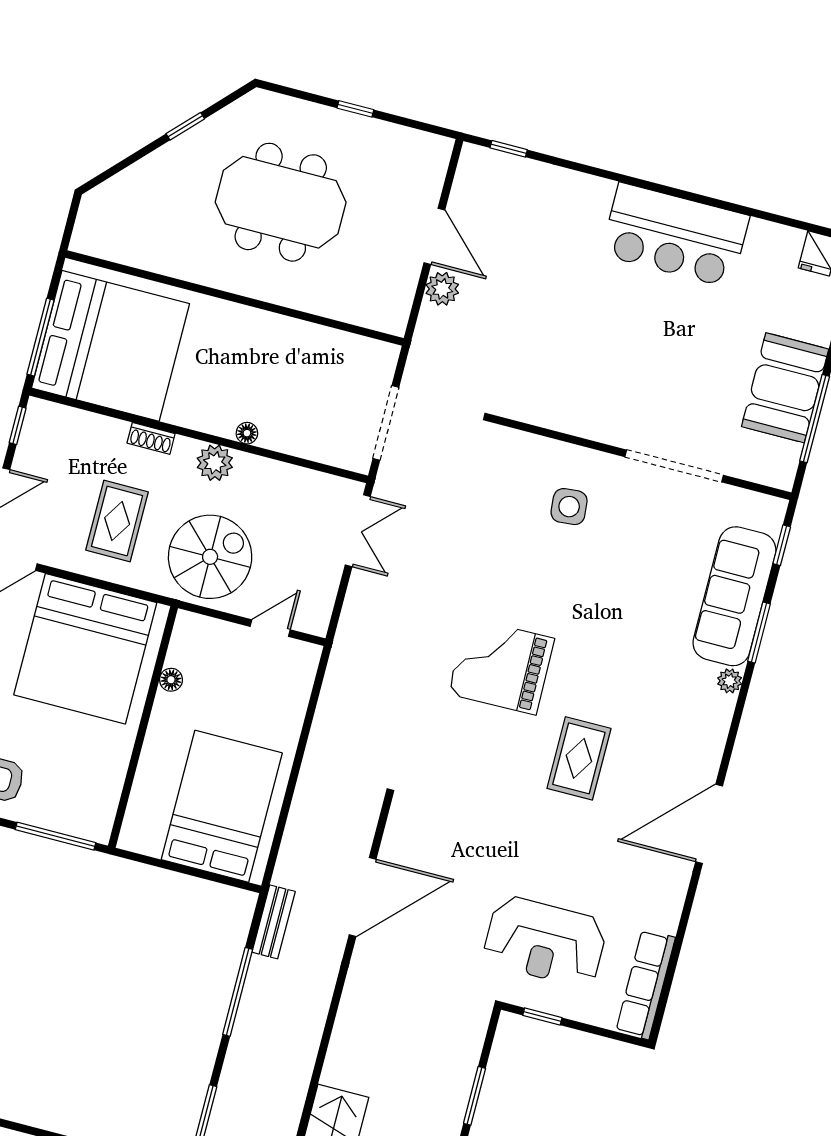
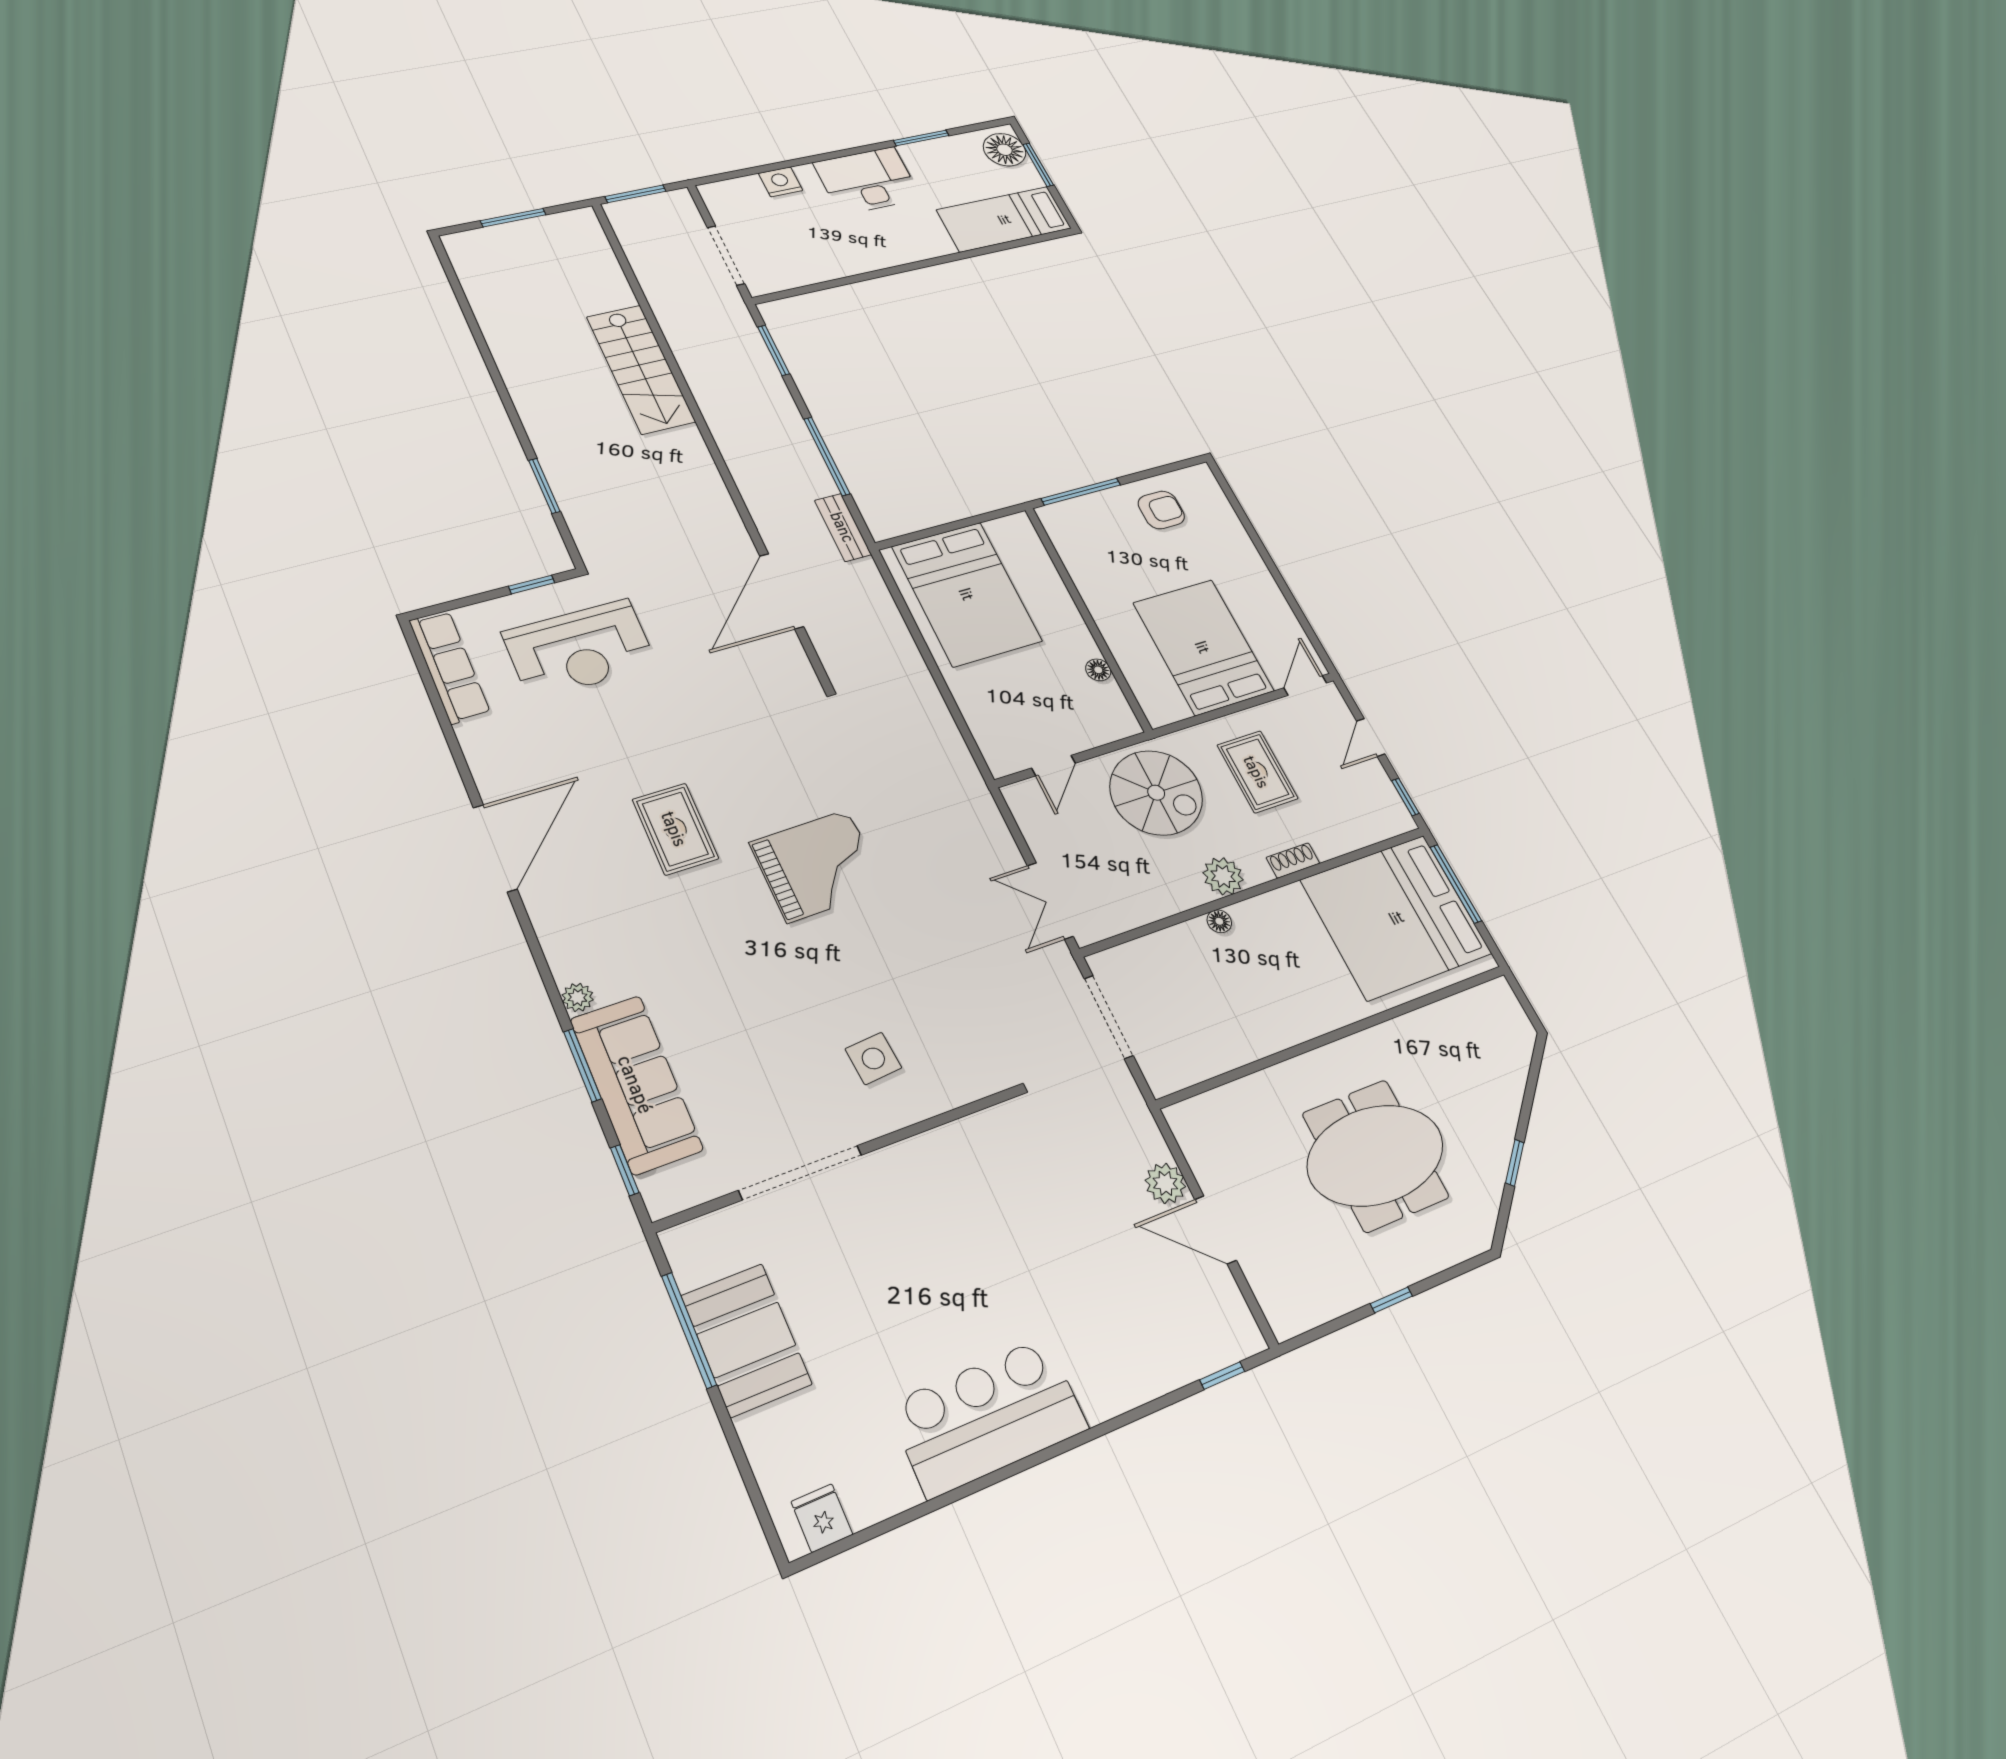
spiral stairs: (210, 557) -> (1156, 793), turned -90
bed: (85, 649) -> (1203, 647), width x0.73
reception desk: (545, 942) -> (580, 649), turned 180

